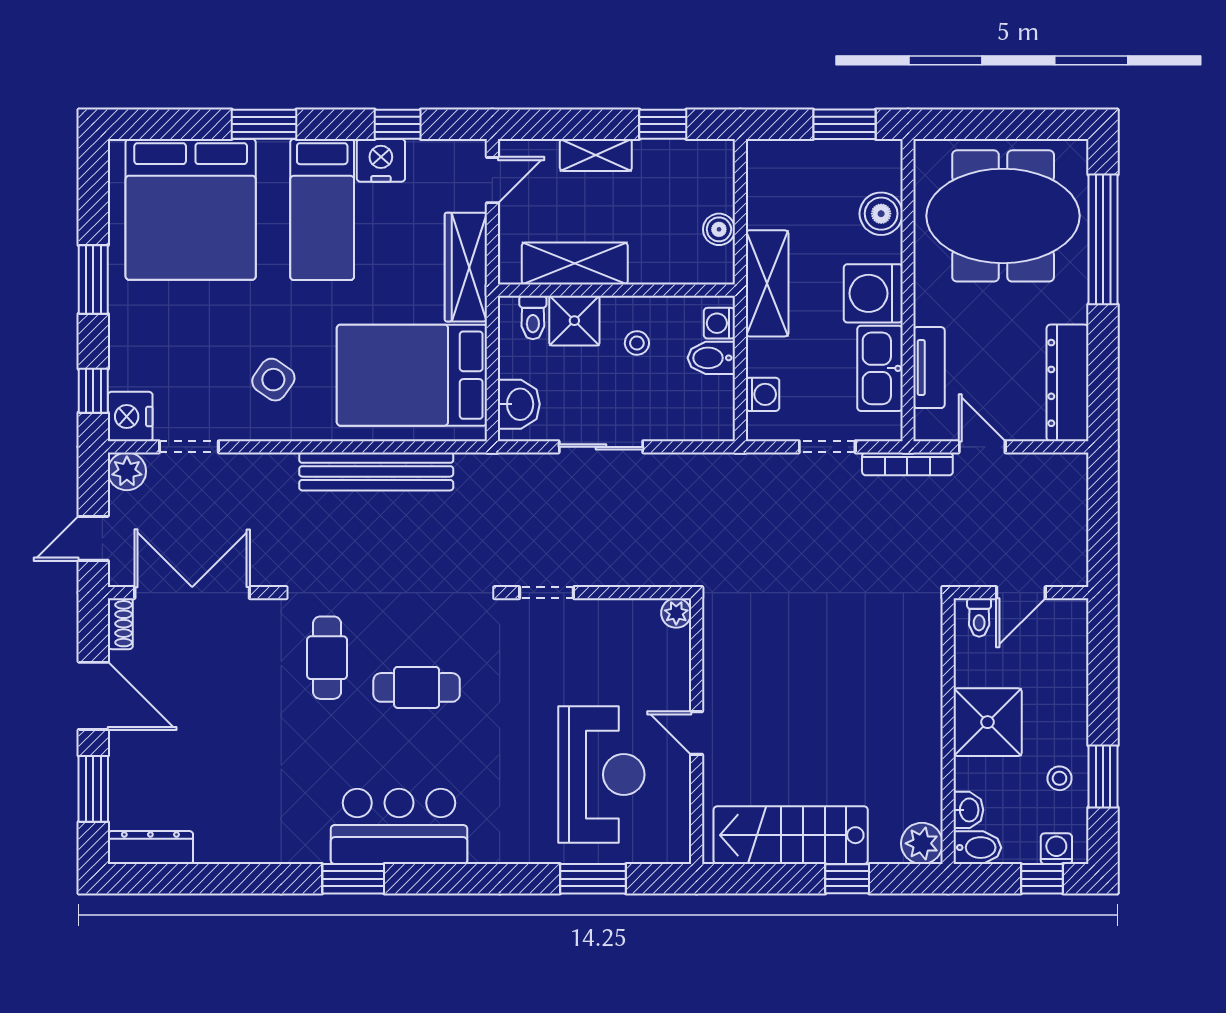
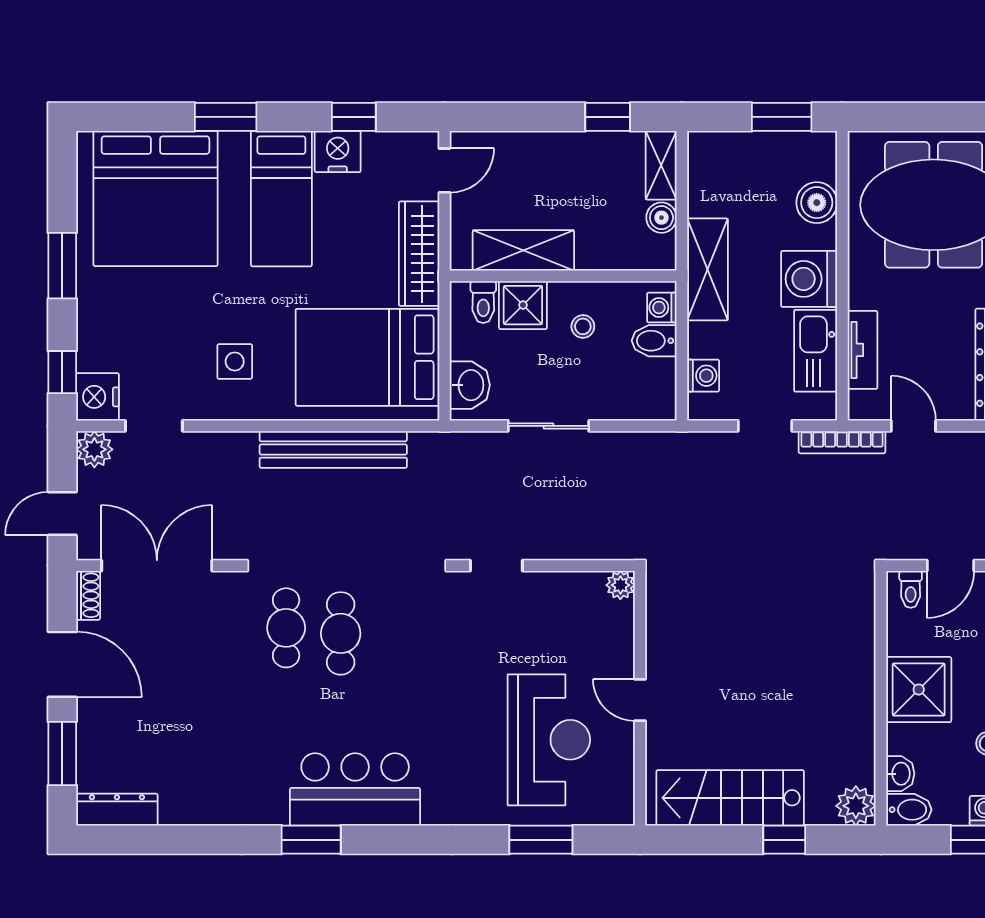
shelving: (596, 155) -> (661, 165), moved, turned 90
side table: (273, 380) -> (235, 361), turned -35
cafe table: (417, 687) -> (341, 633), moved, turned 90

